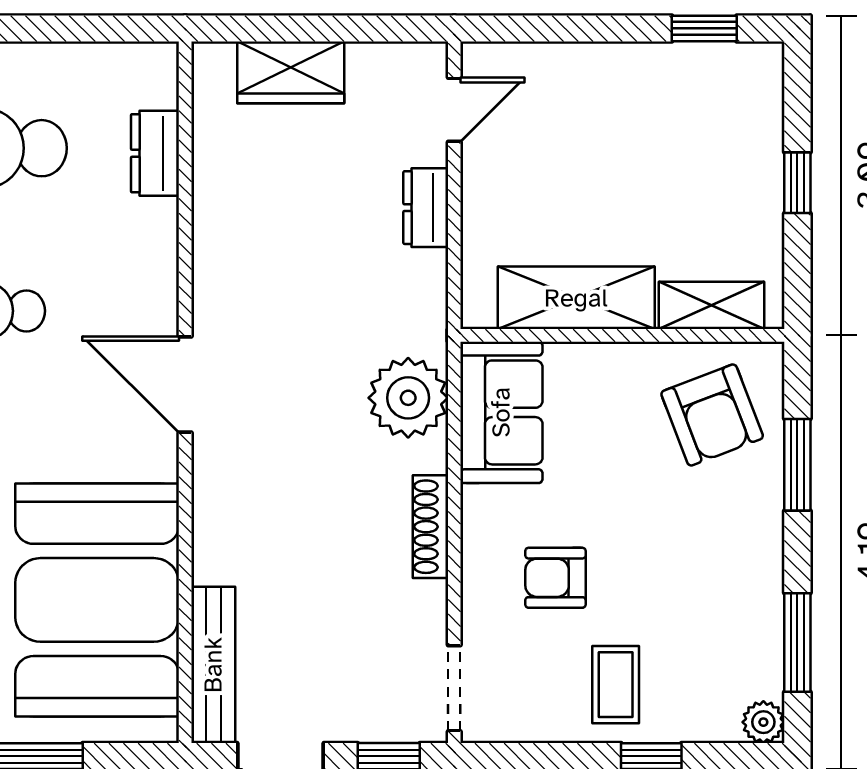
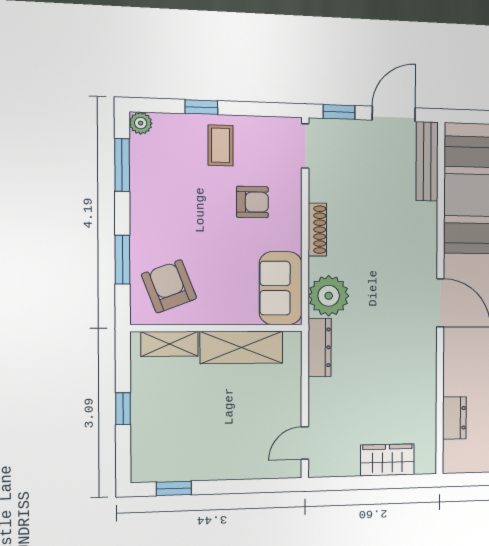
dresser: (426, 208) -> (320, 347), moved, width x1.44

